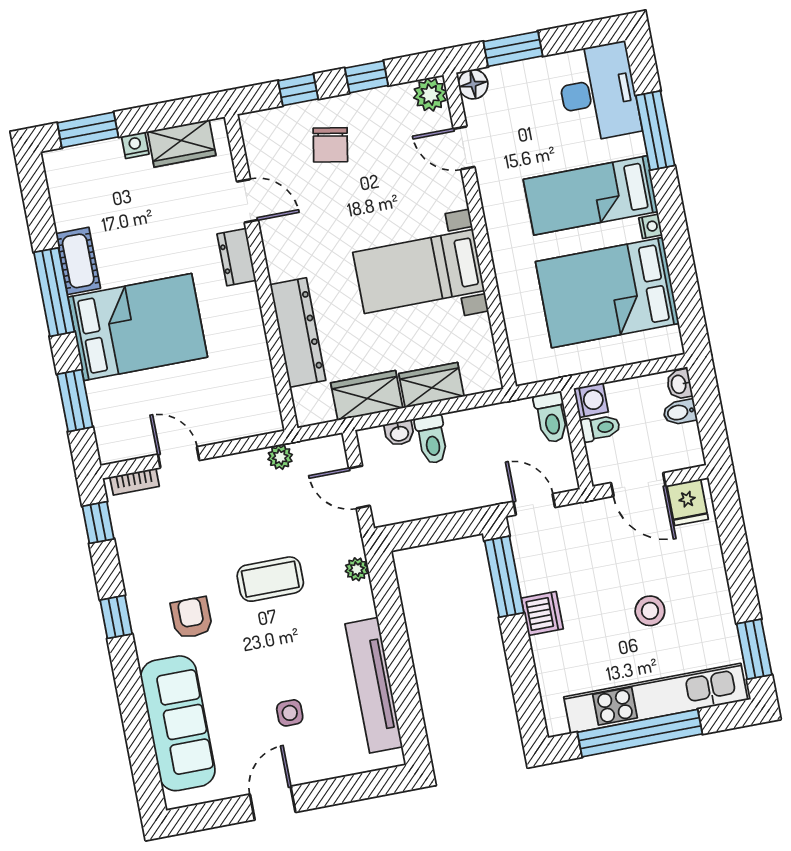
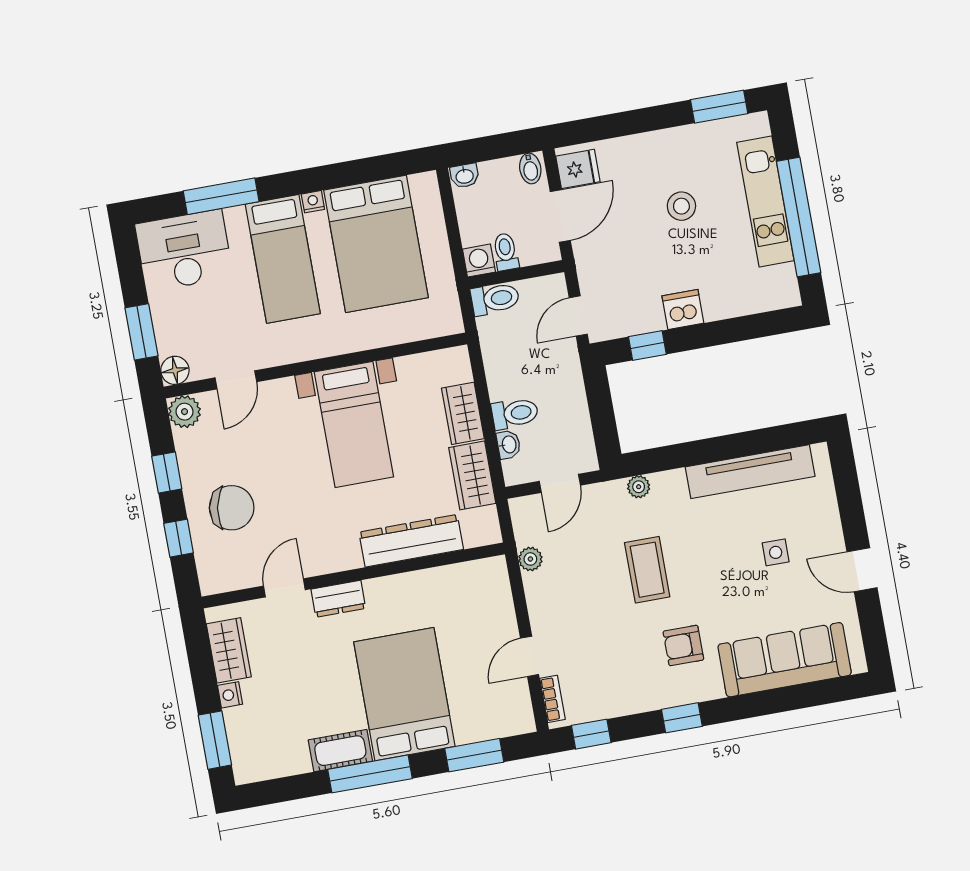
chair: (330, 145) -> (232, 508), width x1.37, depth x1.37
bidet: (680, 412) -> (530, 168), moved
window: (504, 577) -> (647, 345), width x0.46
kitchen unit: (656, 698) -> (765, 201), width x0.73

